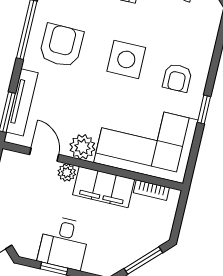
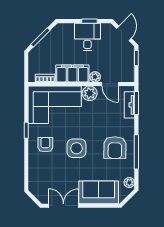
tv unit: (22, 102) -> (129, 105), width x0.71

